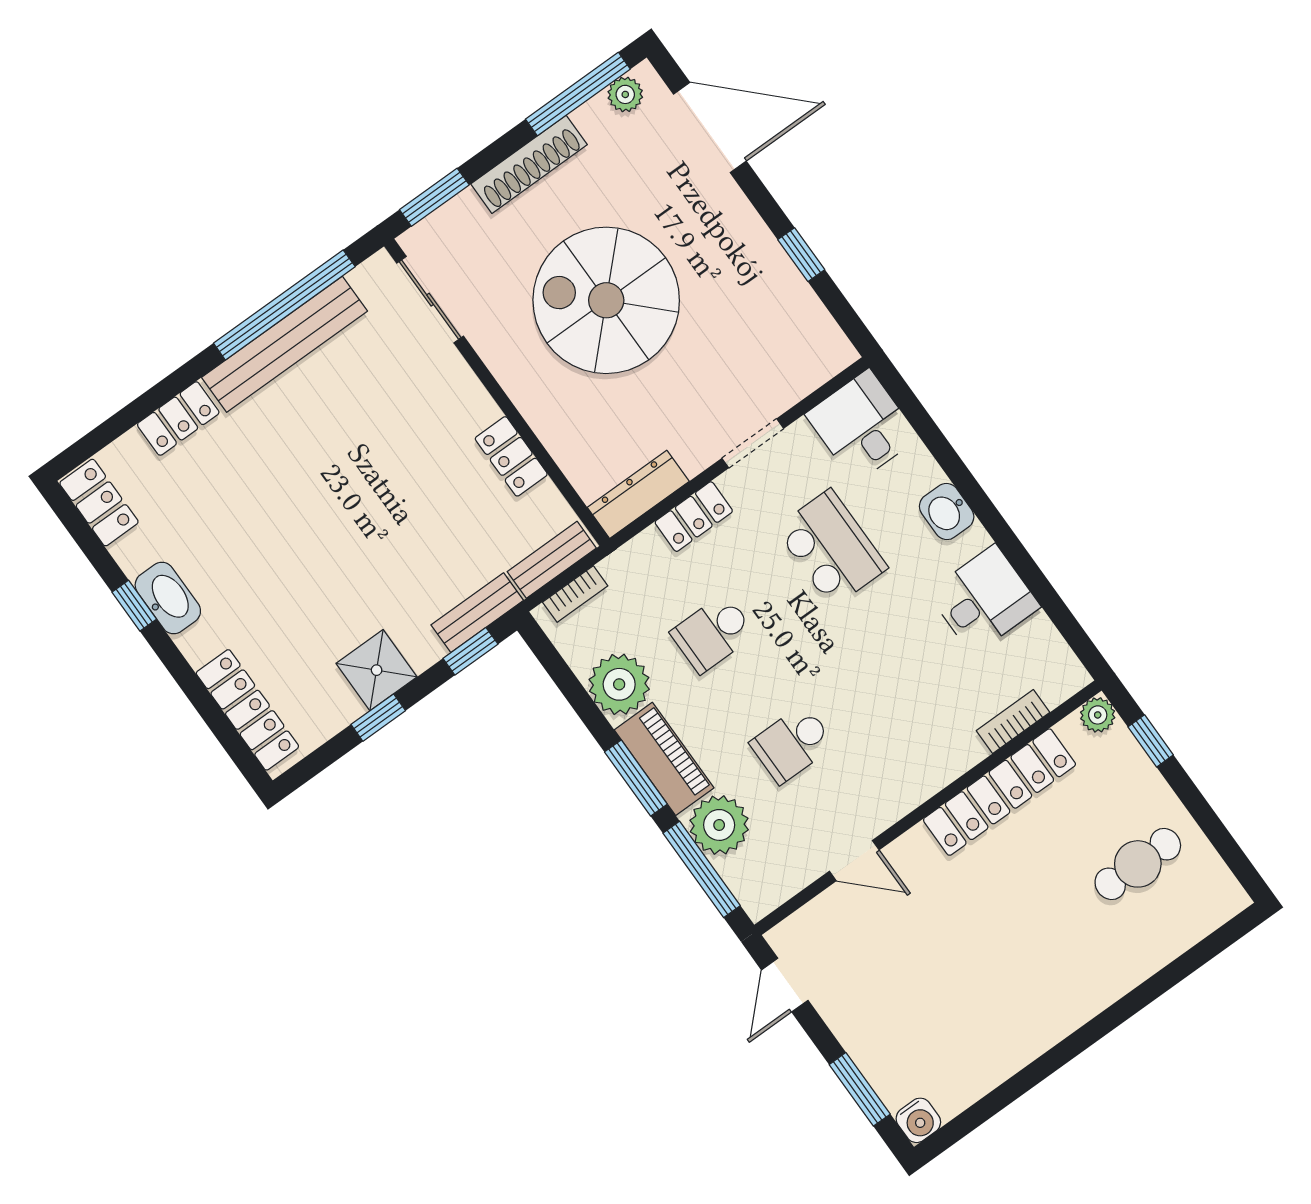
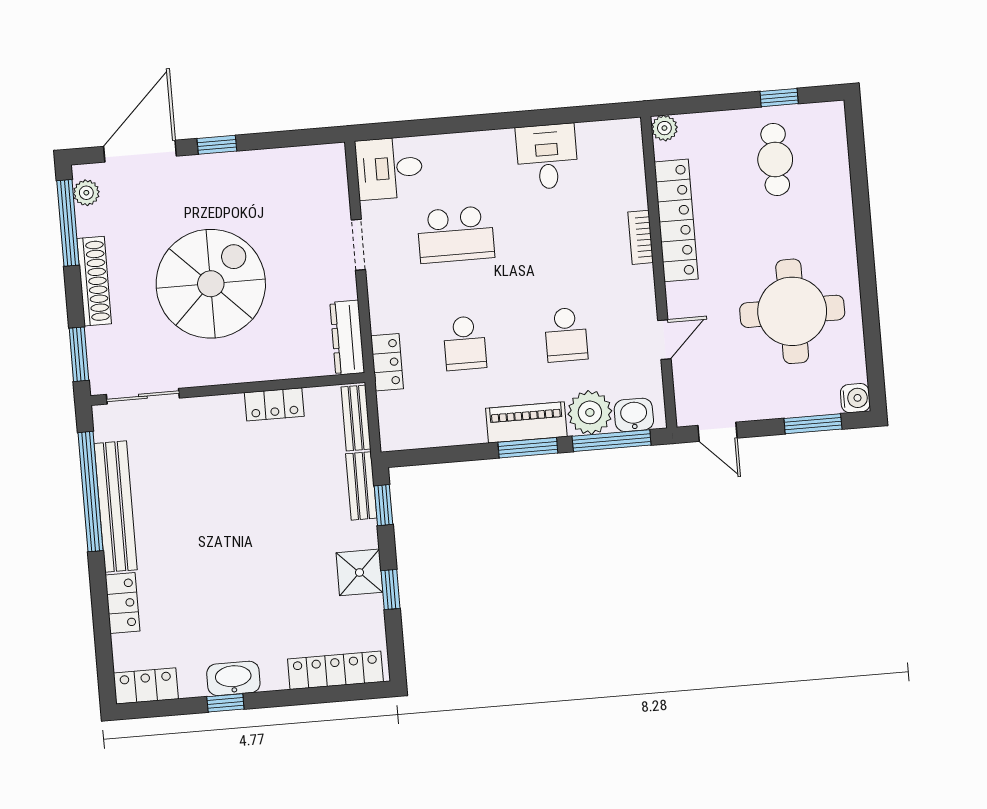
window: (801, 255) -> (217, 145), moved
spiral stairs: (606, 300) -> (211, 284), turned 180
washbasin: (947, 512) -> (634, 415), moved, turned 180
locker: (694, 517) -> (387, 362), moved
school desk: (831, 548) -> (456, 235), turned 180
bookcase: (575, 594) -> (387, 416), removed
plant: (619, 684) -> (462, 423), removed
bookcase: (1013, 721) -> (641, 237), moved
window: (1151, 741) -> (779, 98), moved
round table: (975, 988) -> (792, 311), added

